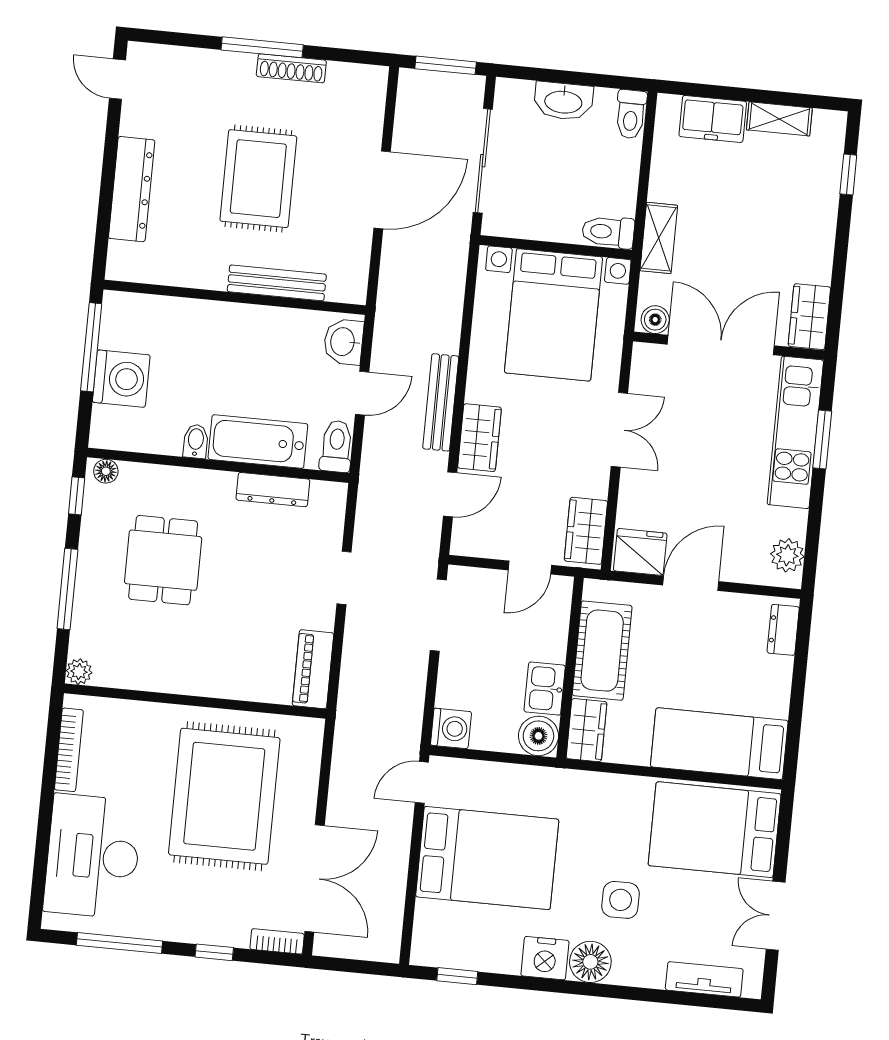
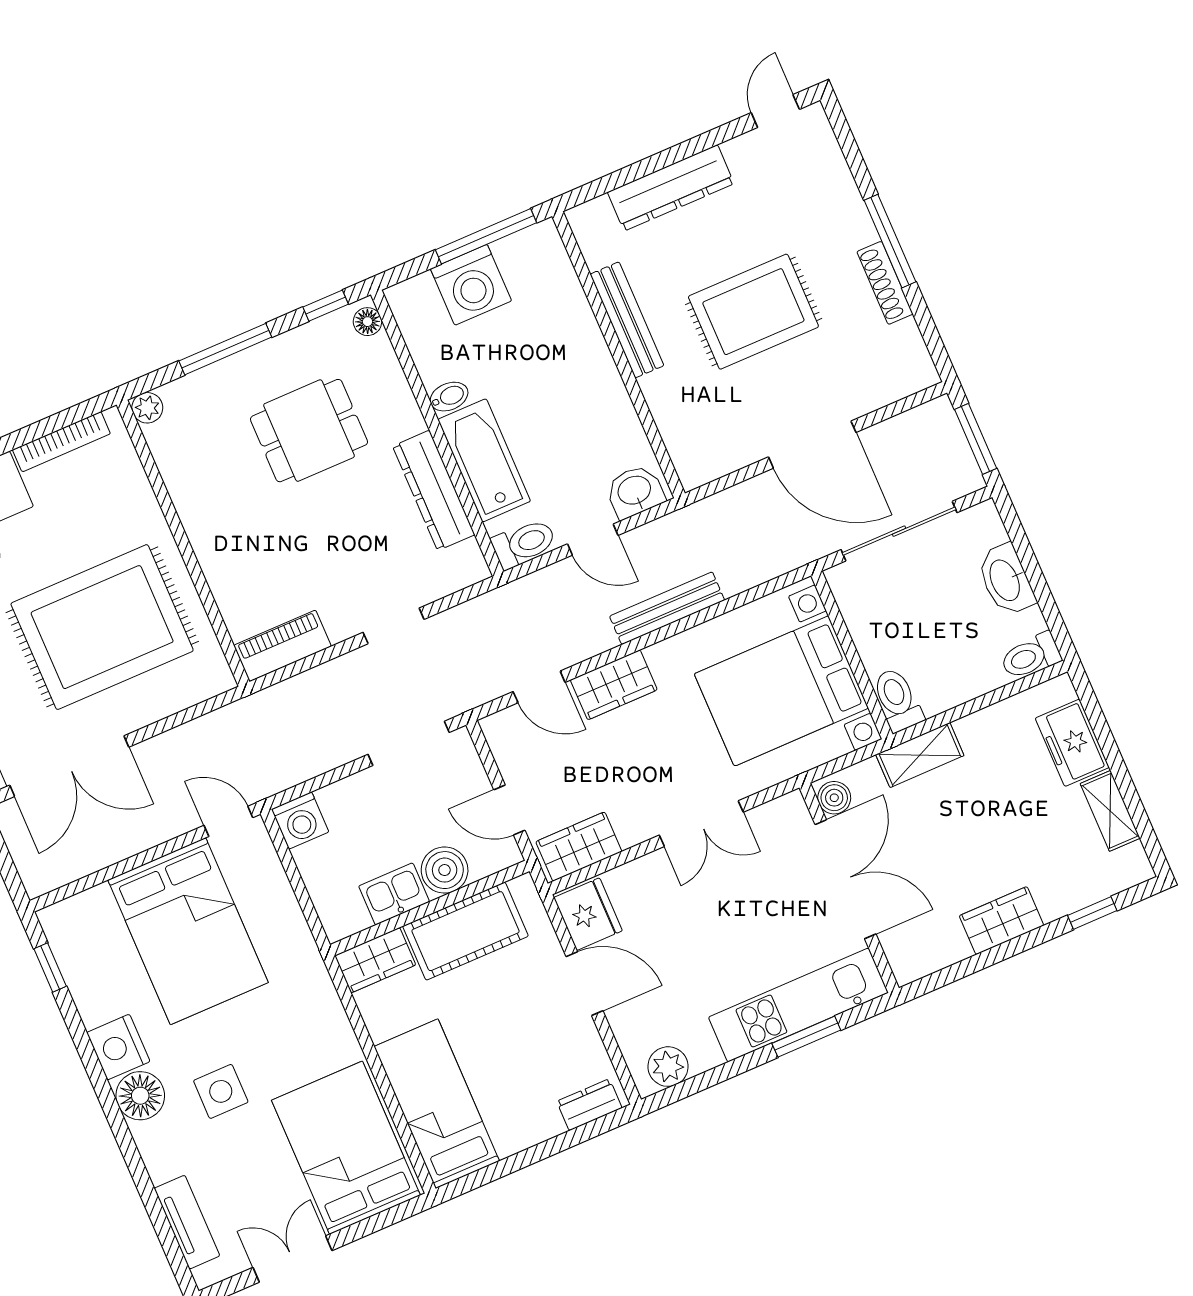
bench: (277, 283) -> (627, 320), moved
wardrobe: (809, 317) -> (1001, 921), moved
bench: (441, 402) -> (667, 608), moved
dresser: (273, 490) -> (434, 490), width x1.37, depth x1.24
boiler: (538, 736) -> (445, 870), moved

